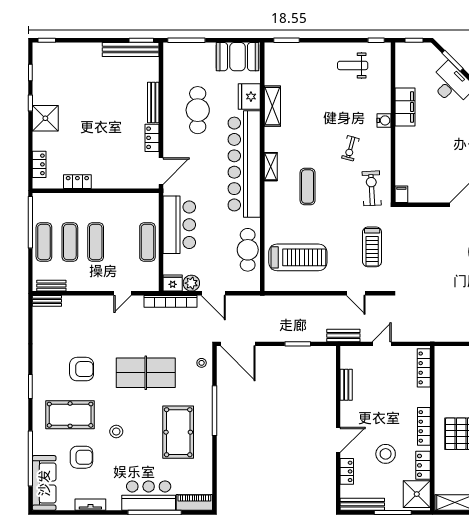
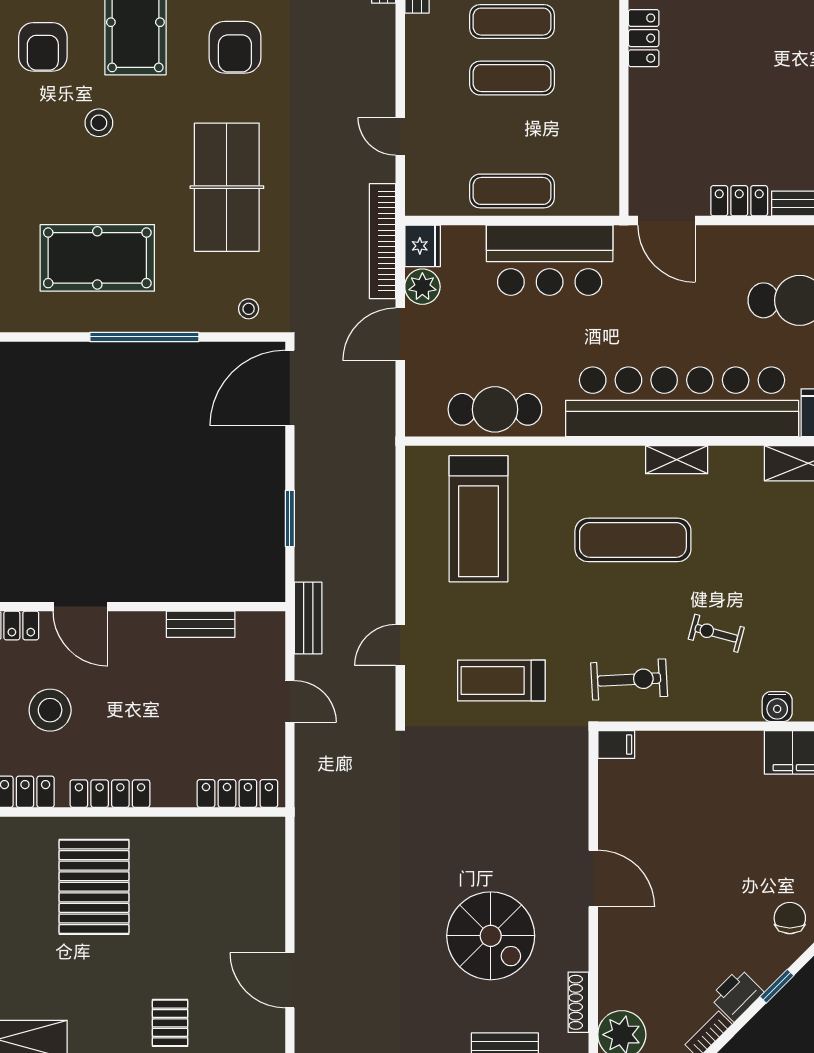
exercise mat: (308, 187) -> (633, 540), width x1.36, depth x1.45

